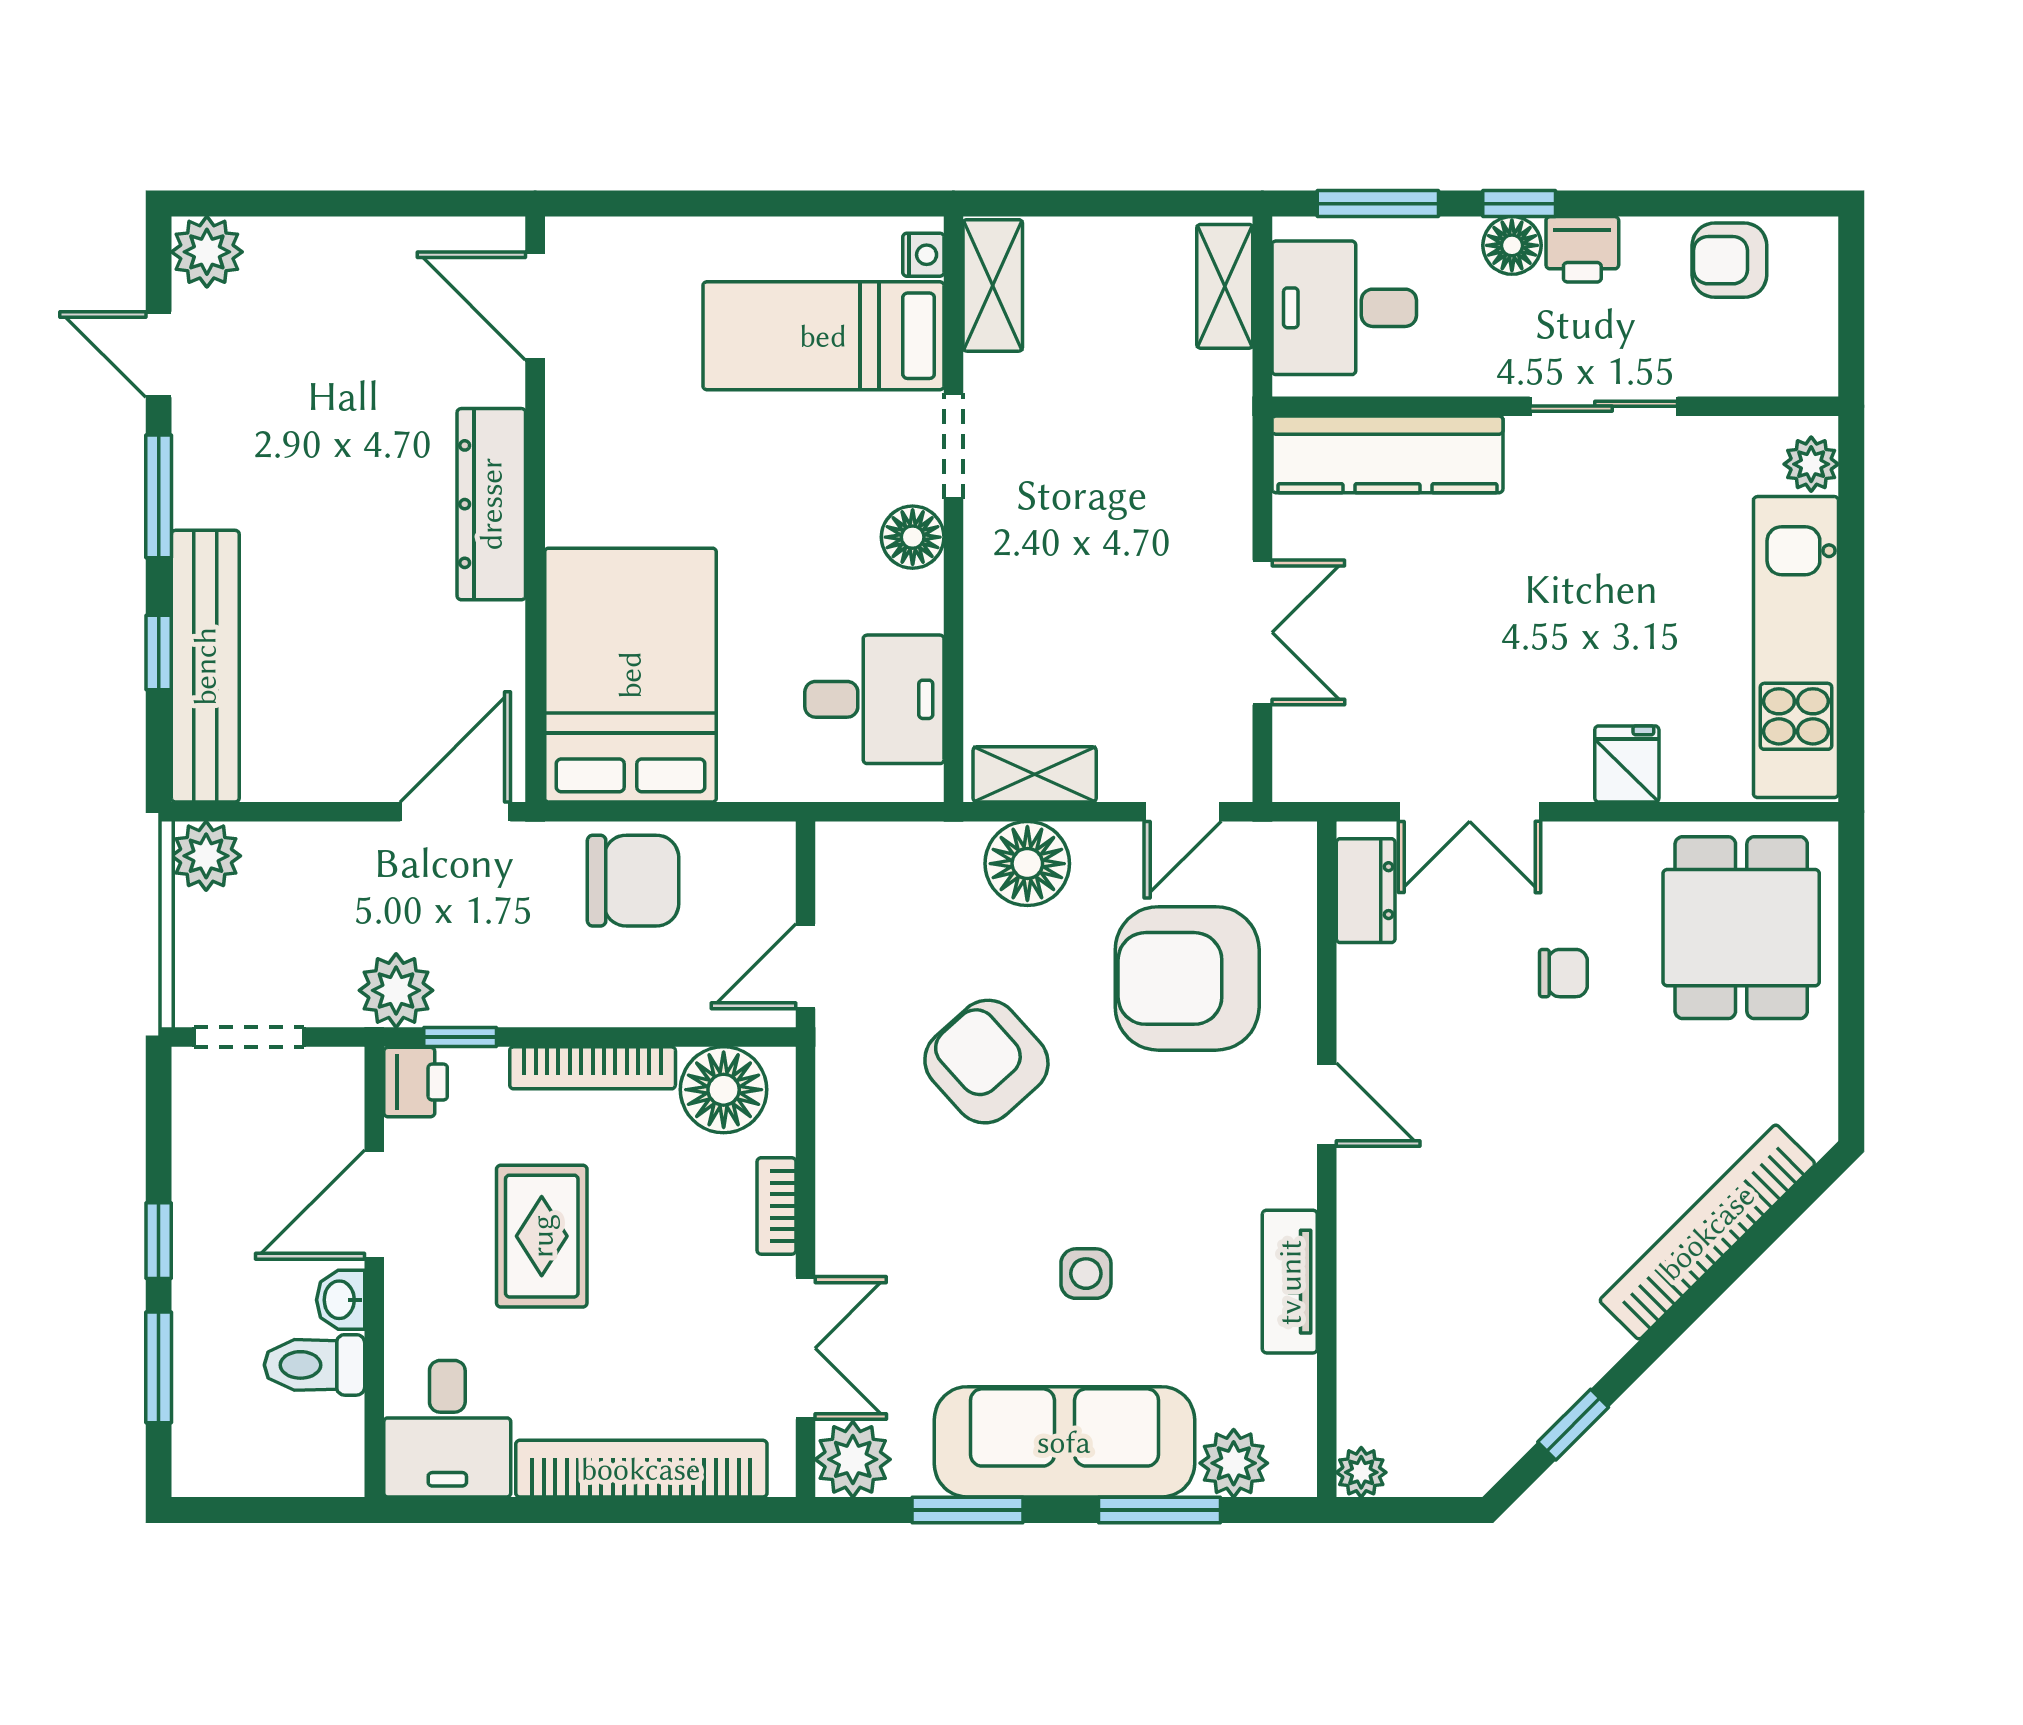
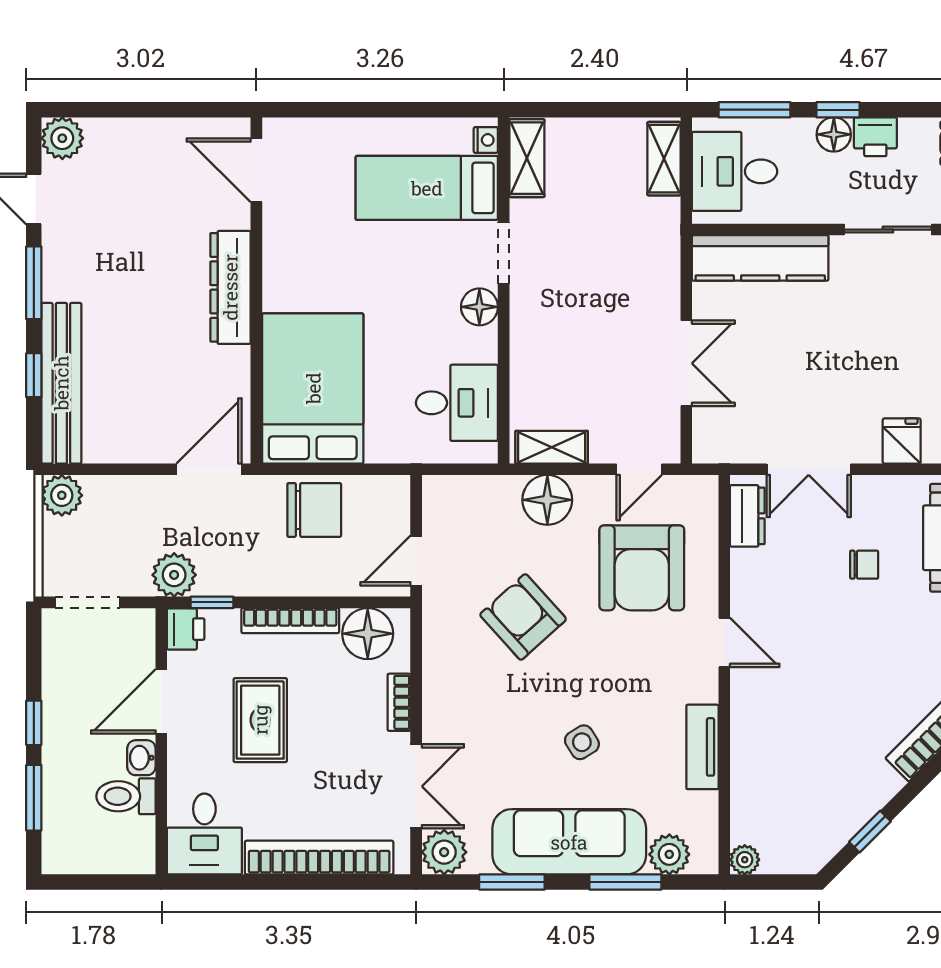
armchair: (1187, 978) -> (642, 568), turned -90
side table: (1086, 1274) -> (582, 742), turned -32

